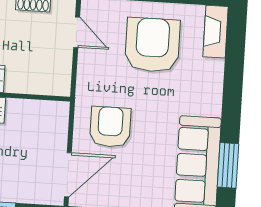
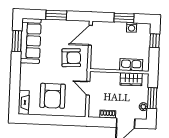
door: (77, 32) -> (88, 88), moved
armchair: (110, 127) -> (71, 58), turned -93

